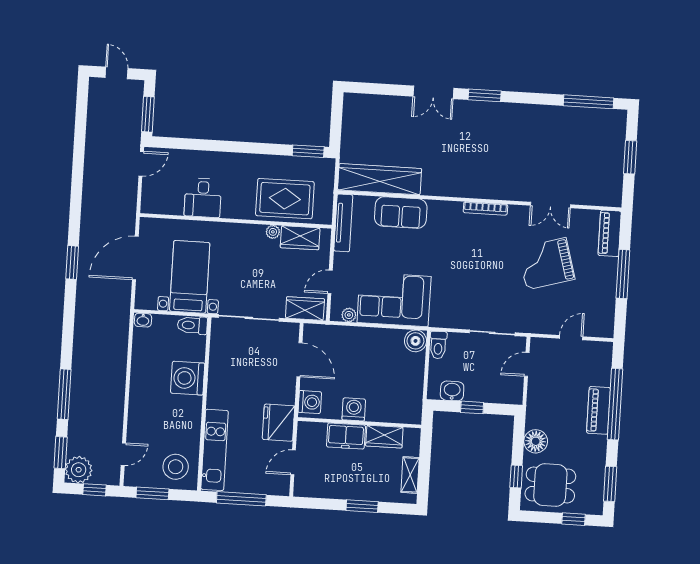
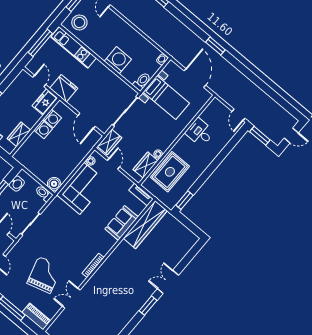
tv unit: (343, 223) -> (141, 195), width x0.71
door: (299, 360) -> (87, 121), hinge flipped
washing machine: (310, 402) -> (52, 118), moved, turned -90
freezer: (346, 436) -> (45, 102), moved

